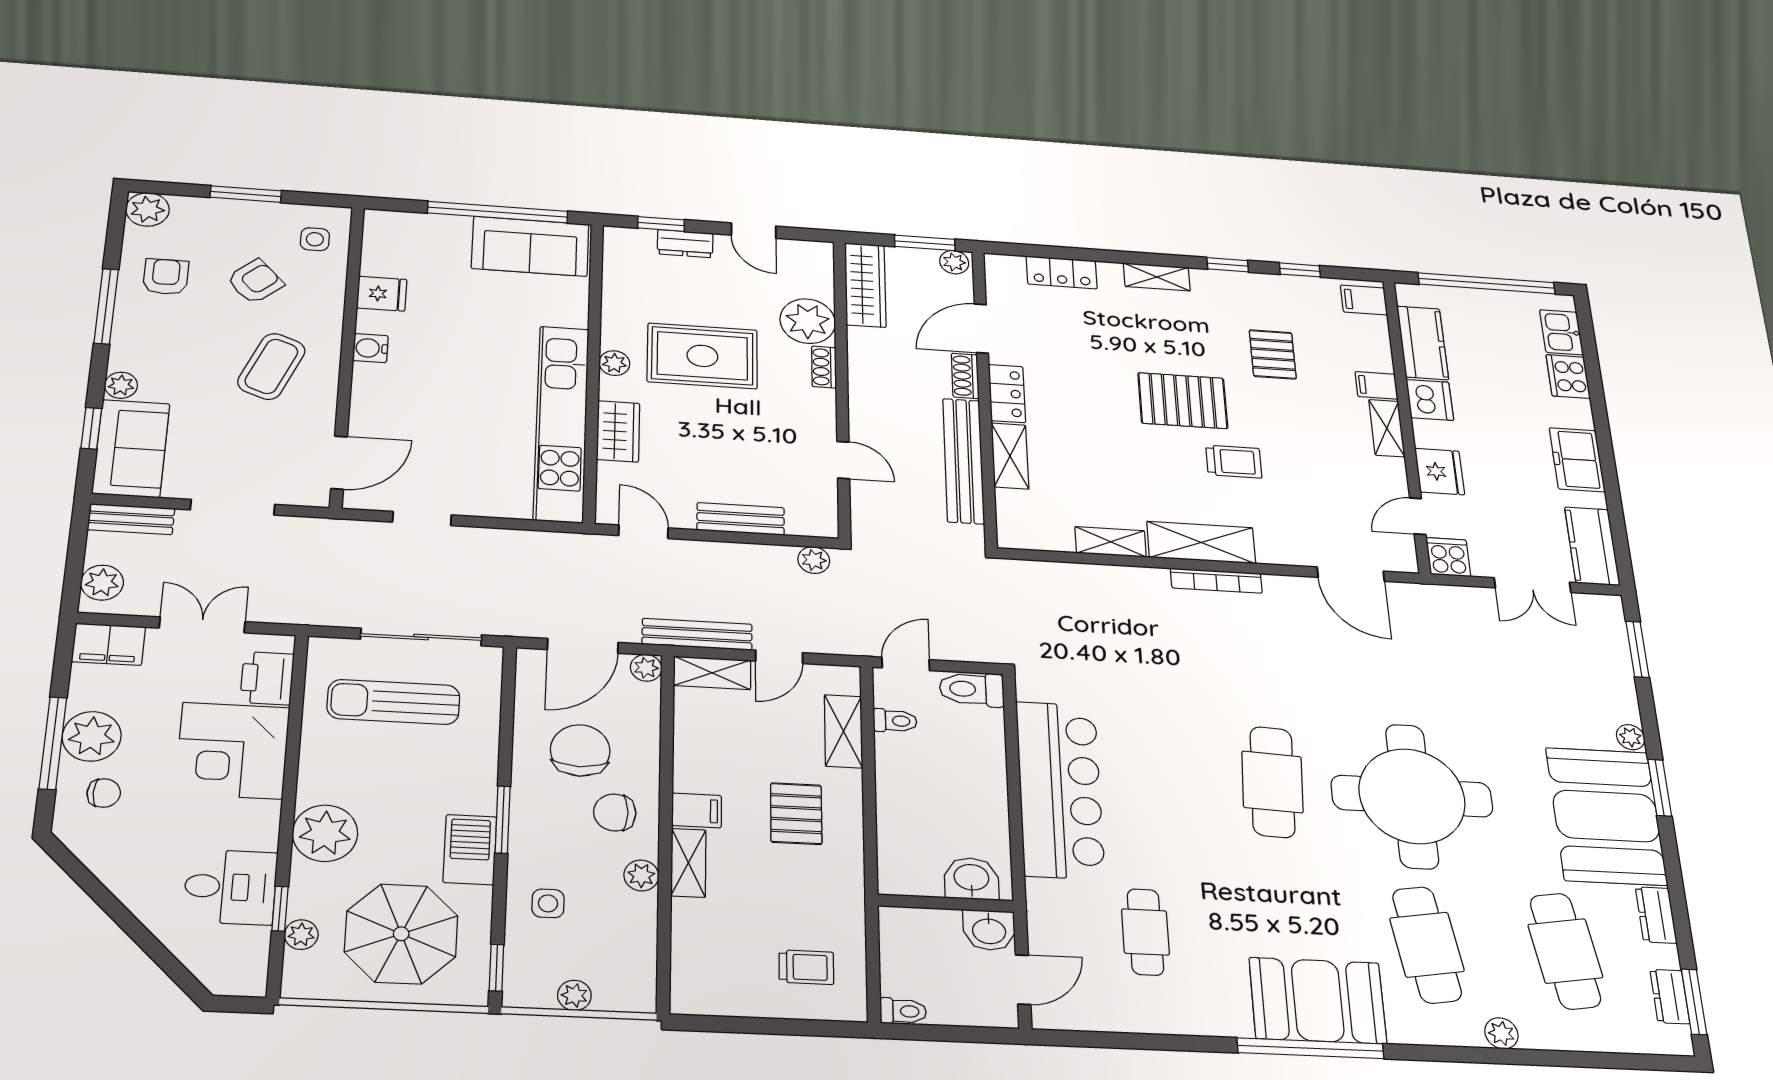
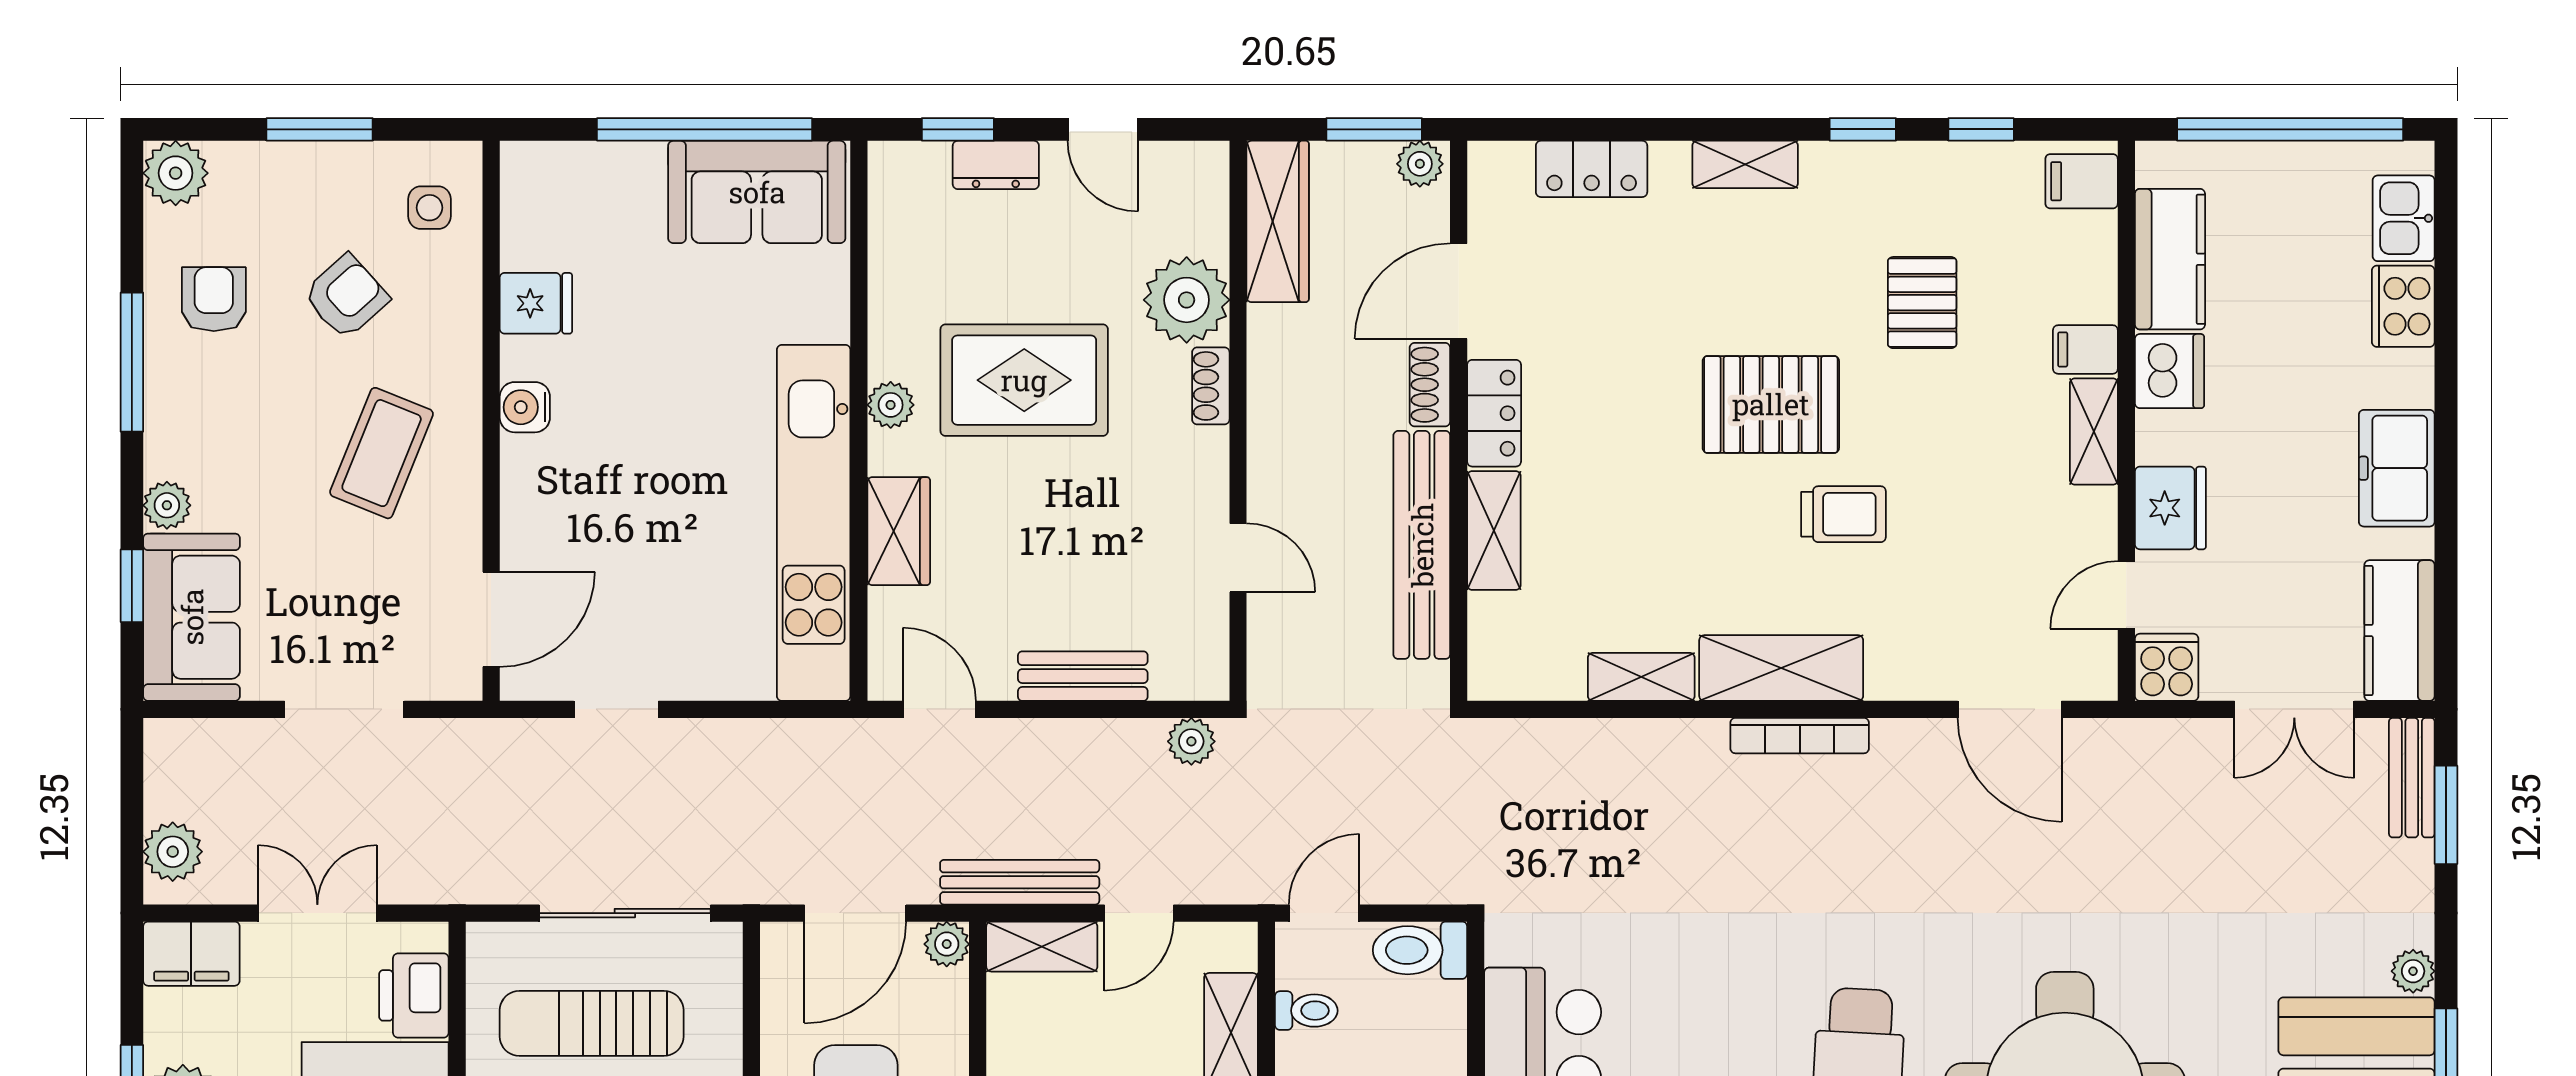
bench: (131, 519) -> (2412, 778), moved, turned 90

